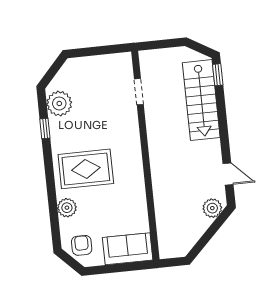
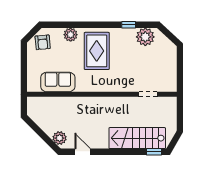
door: (228, 174) -> (83, 152), swing flipped
armchair: (82, 245) -> (43, 42), turned 85
sofa: (128, 249) -> (58, 82), moved, turned -90

